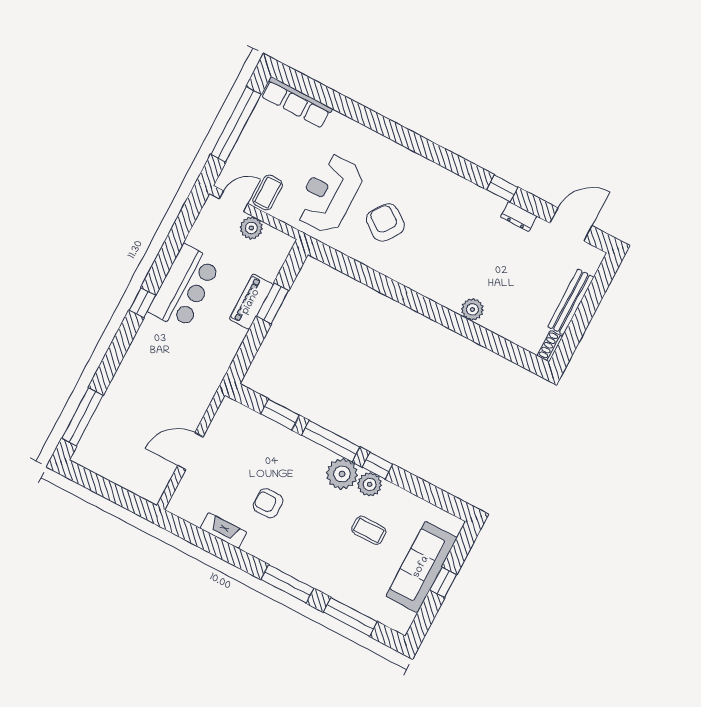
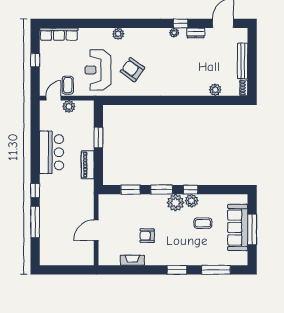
window: (236, 124) -> (35, 60), width x0.32
plant: (393, 152) -> (118, 34), added
plant: (484, 198) -> (174, 33), added
piano: (251, 302) -> (88, 165), moved
window: (142, 303) -> (35, 191), moved
plant: (472, 309) -> (215, 90), moved
window: (82, 417) -> (35, 222), moved
window: (331, 441) -> (162, 190), width x0.69
window: (443, 582) -> (252, 229), width x2.17
window: (287, 584) -> (177, 270), width x0.69

